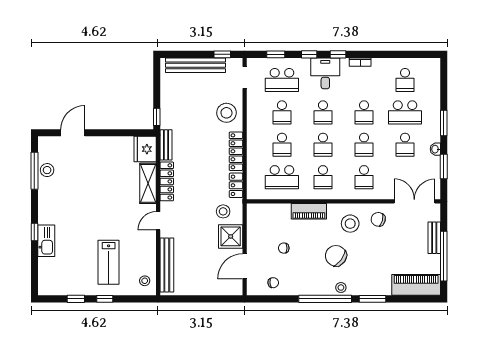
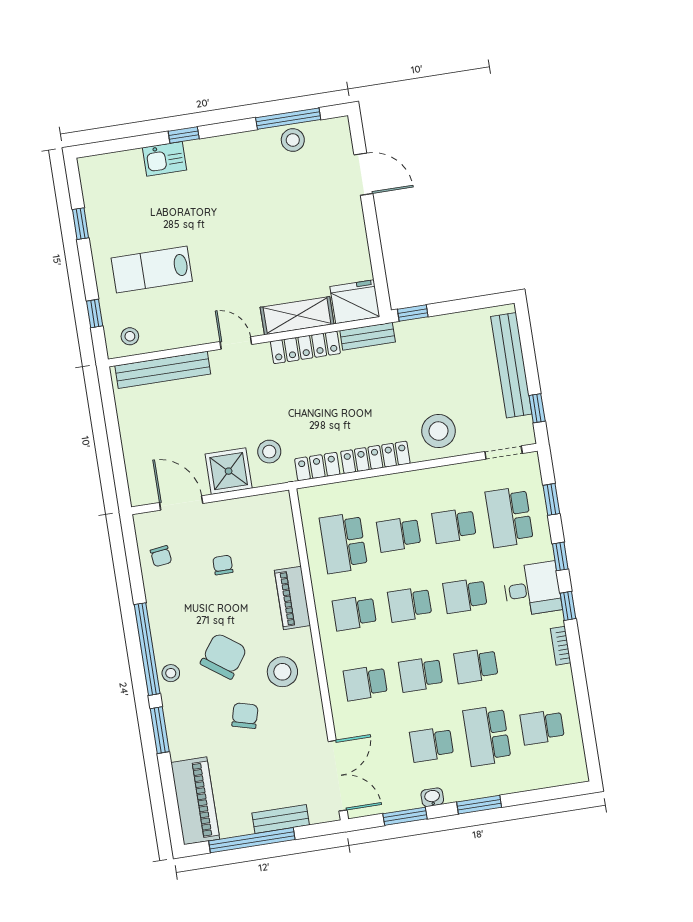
chair: (378, 219) -> (245, 716), moved
kitchen sink: (46, 241) -> (164, 159), width x0.73
window: (105, 299) -> (95, 313), moved

